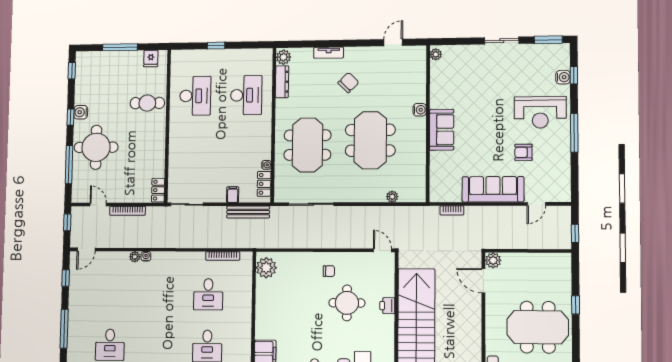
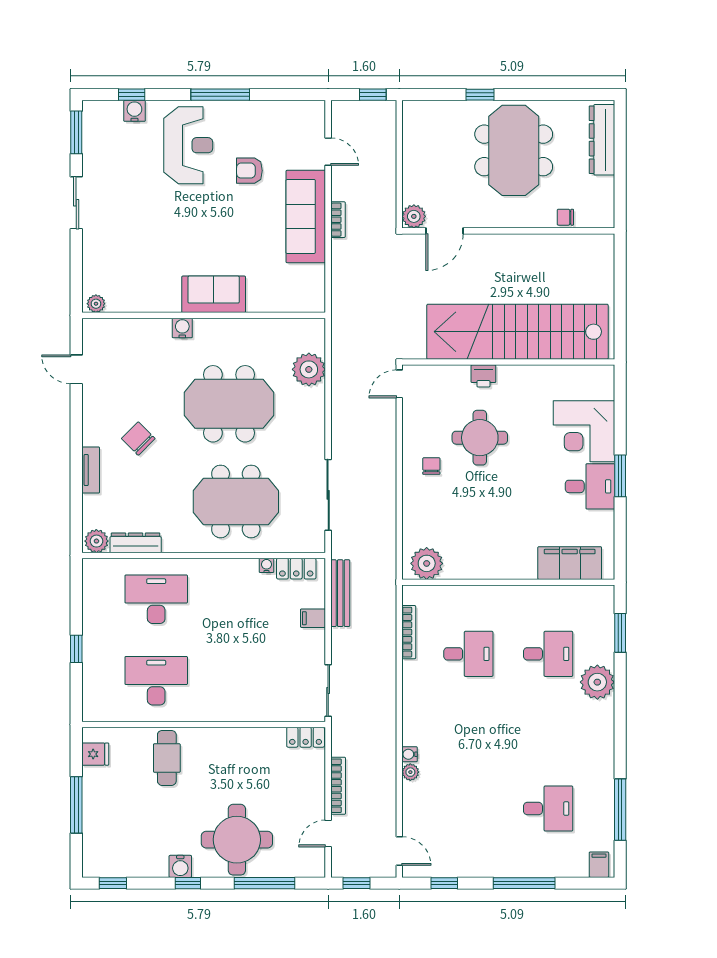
armchair: (523, 152) -> (249, 171), turned 90
plant: (392, 197) -> (309, 369), width x1.88, depth x1.88
bookcase: (452, 210) -> (338, 220), moved

